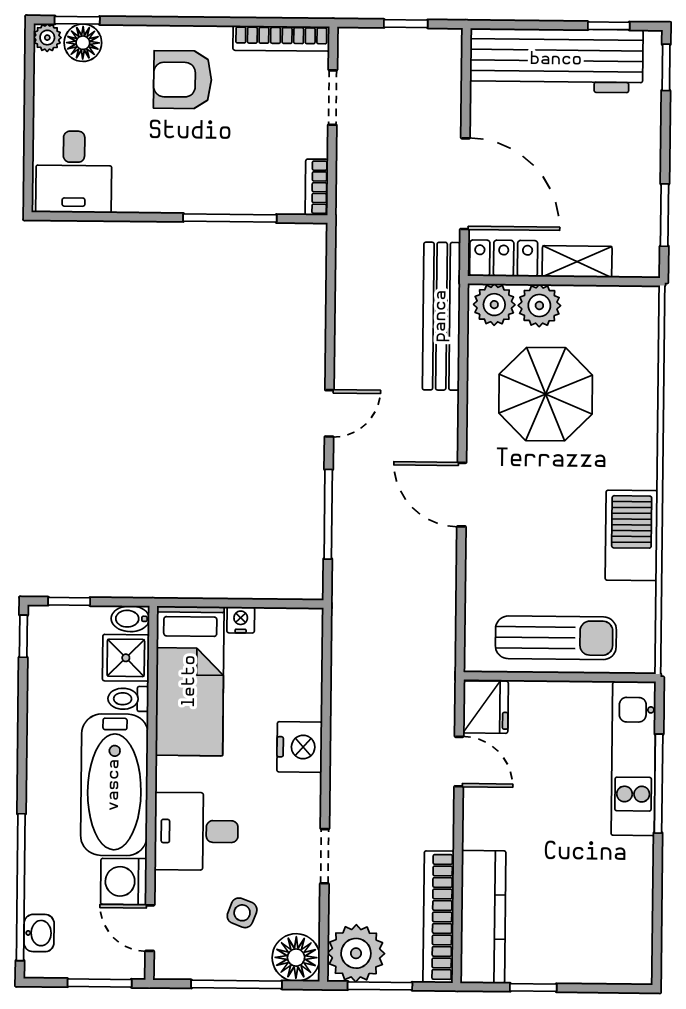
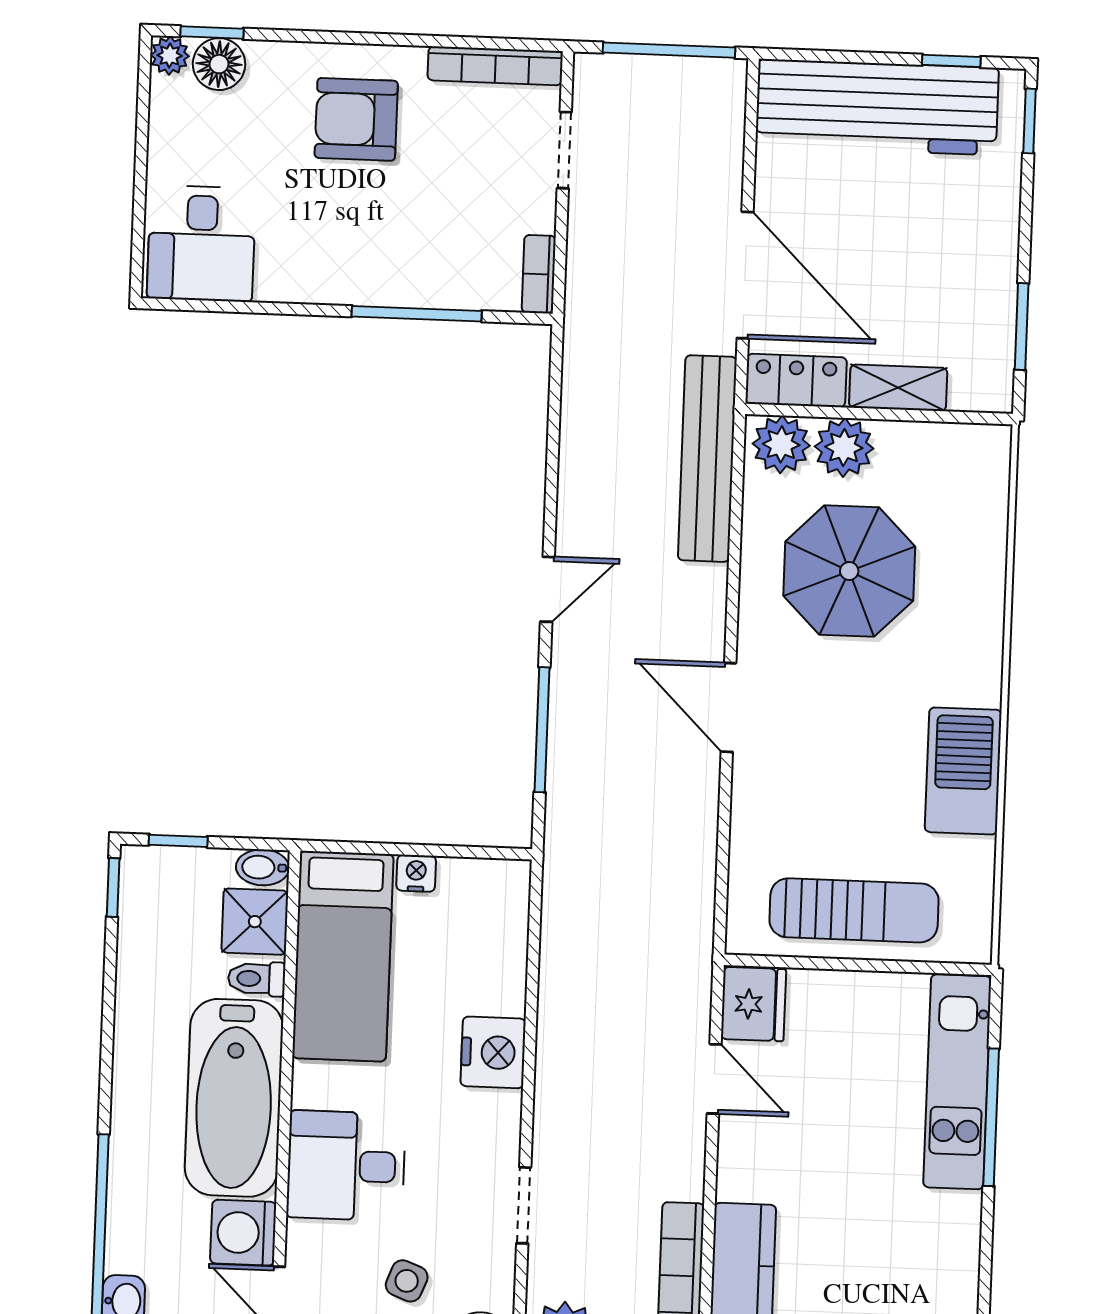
window: (406, 24) -> (669, 50), width x2.17

